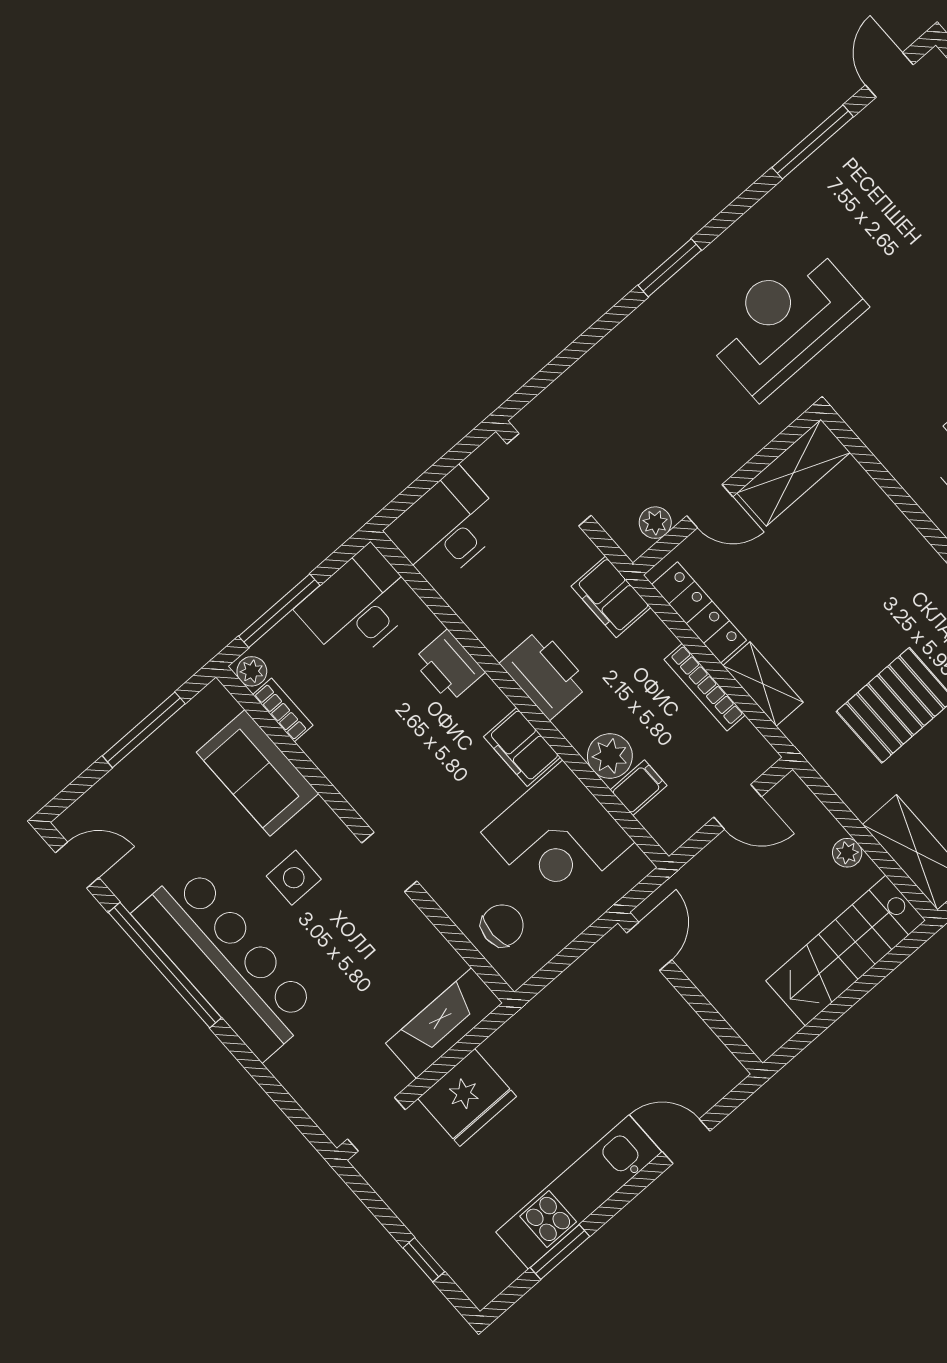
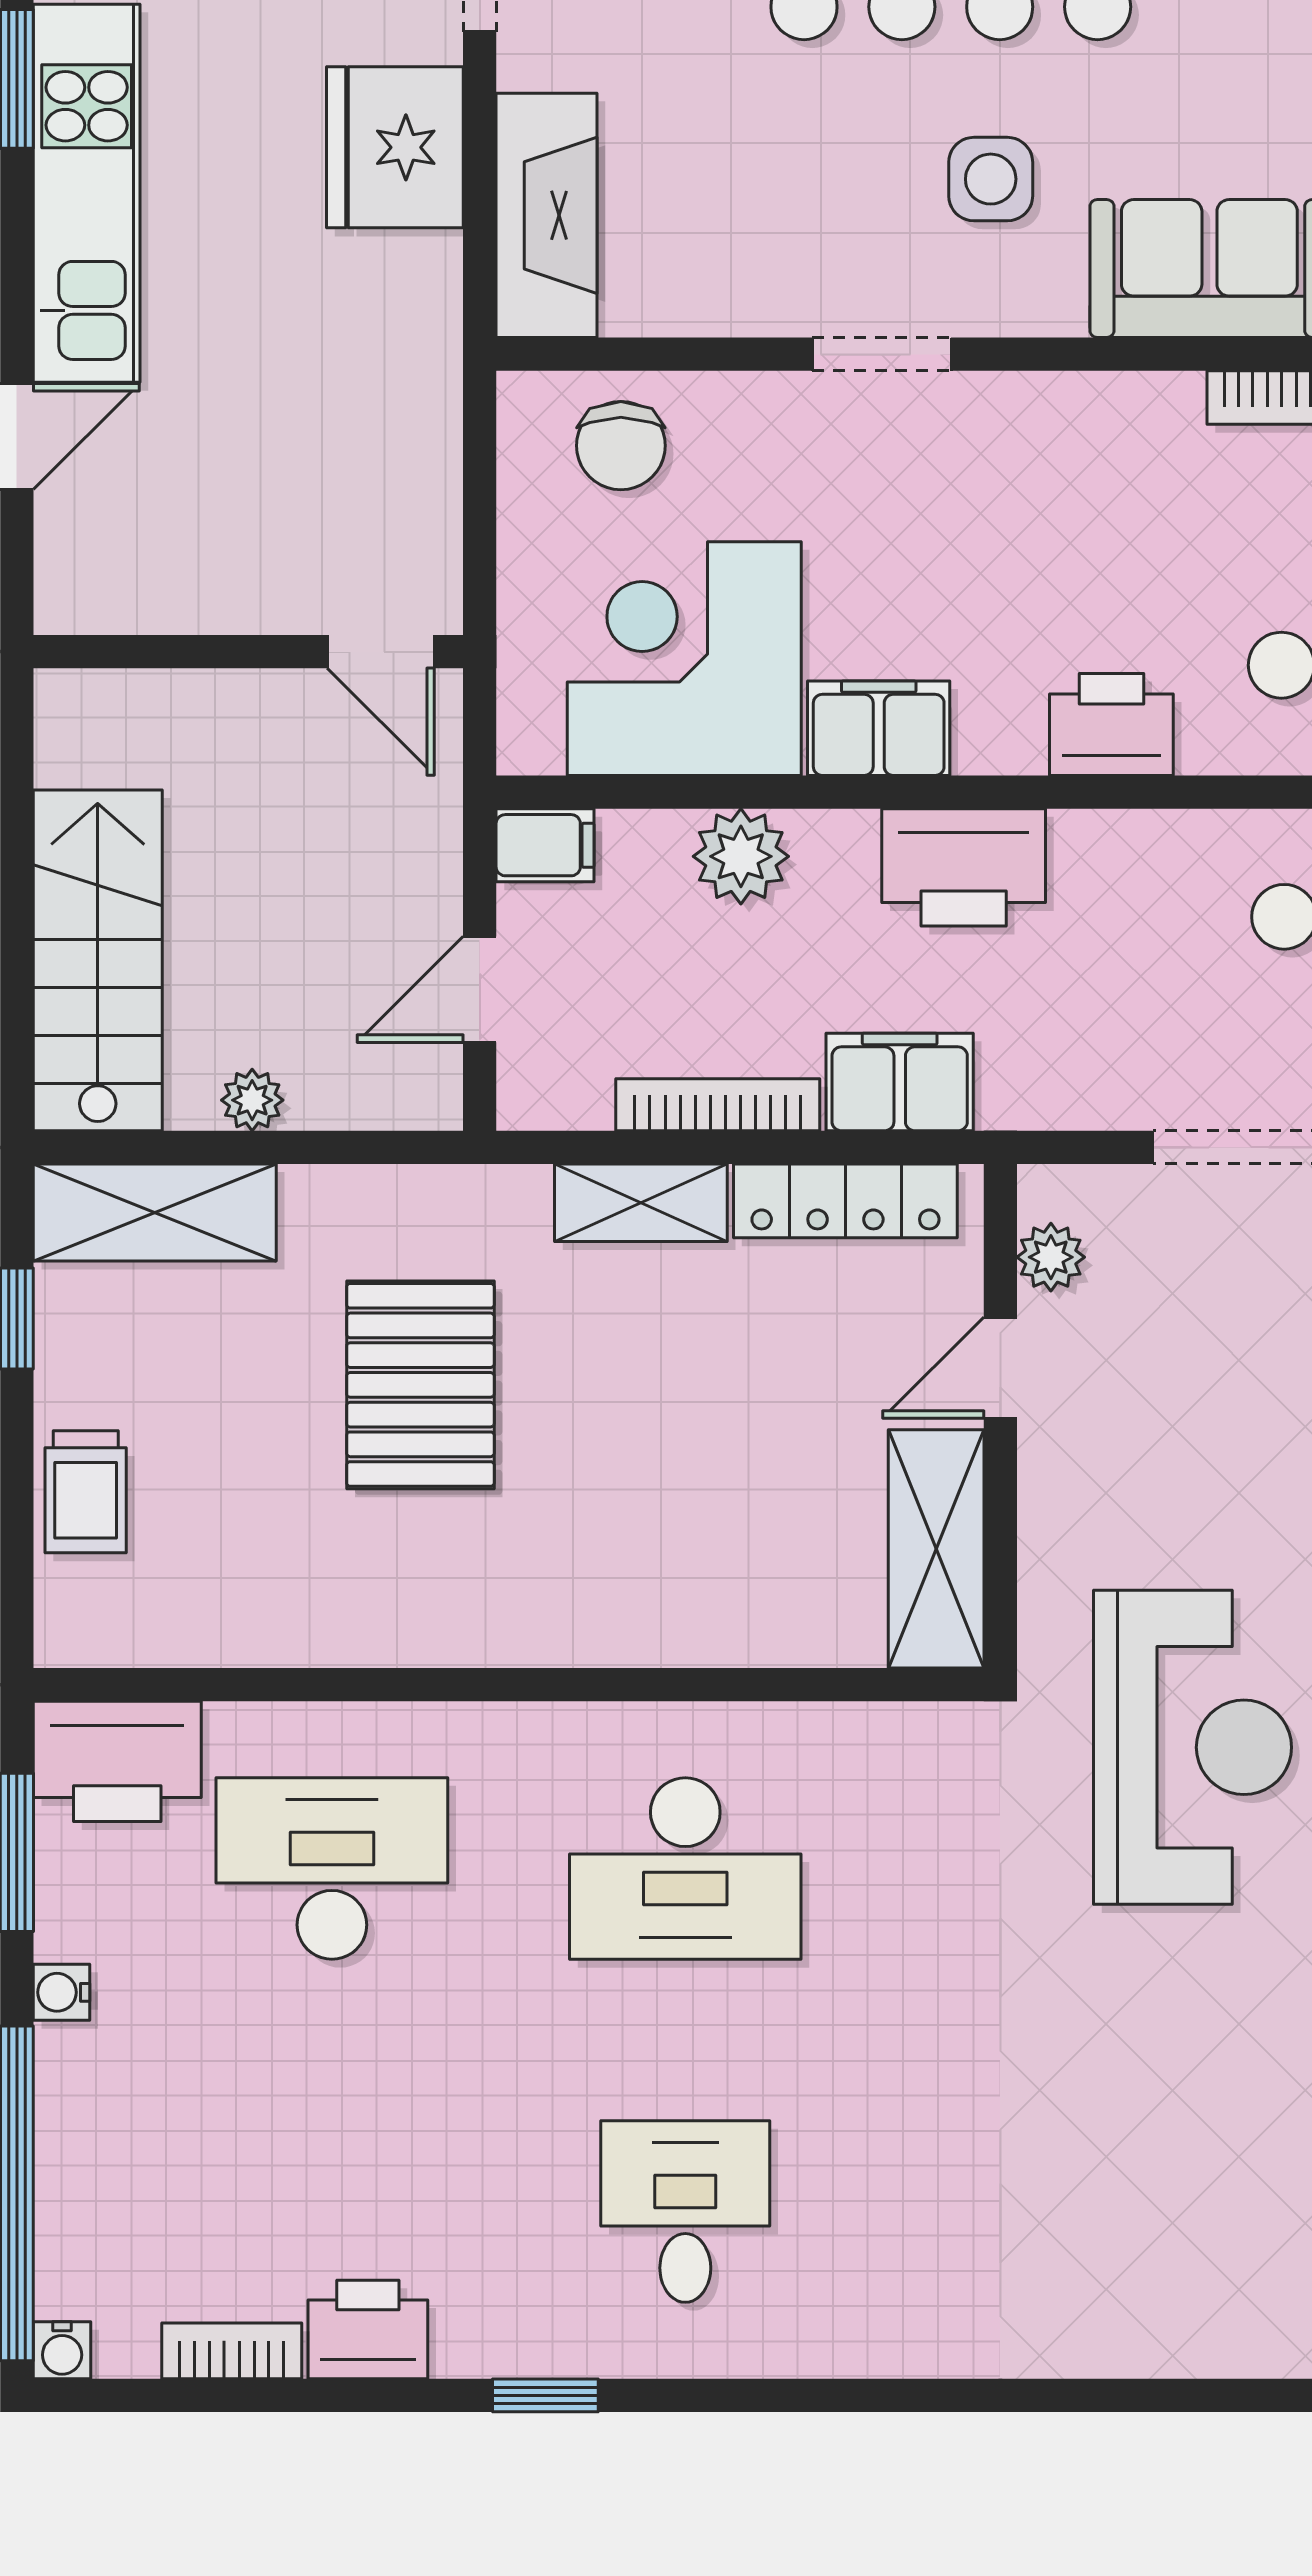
filing cabinet: (611, 597) -> (900, 1082), moved
filing cabinet: (638, 788) -> (545, 845), moved, turned -90

